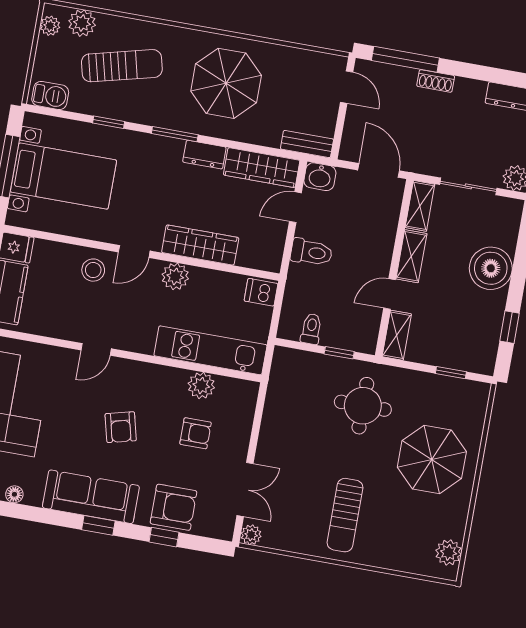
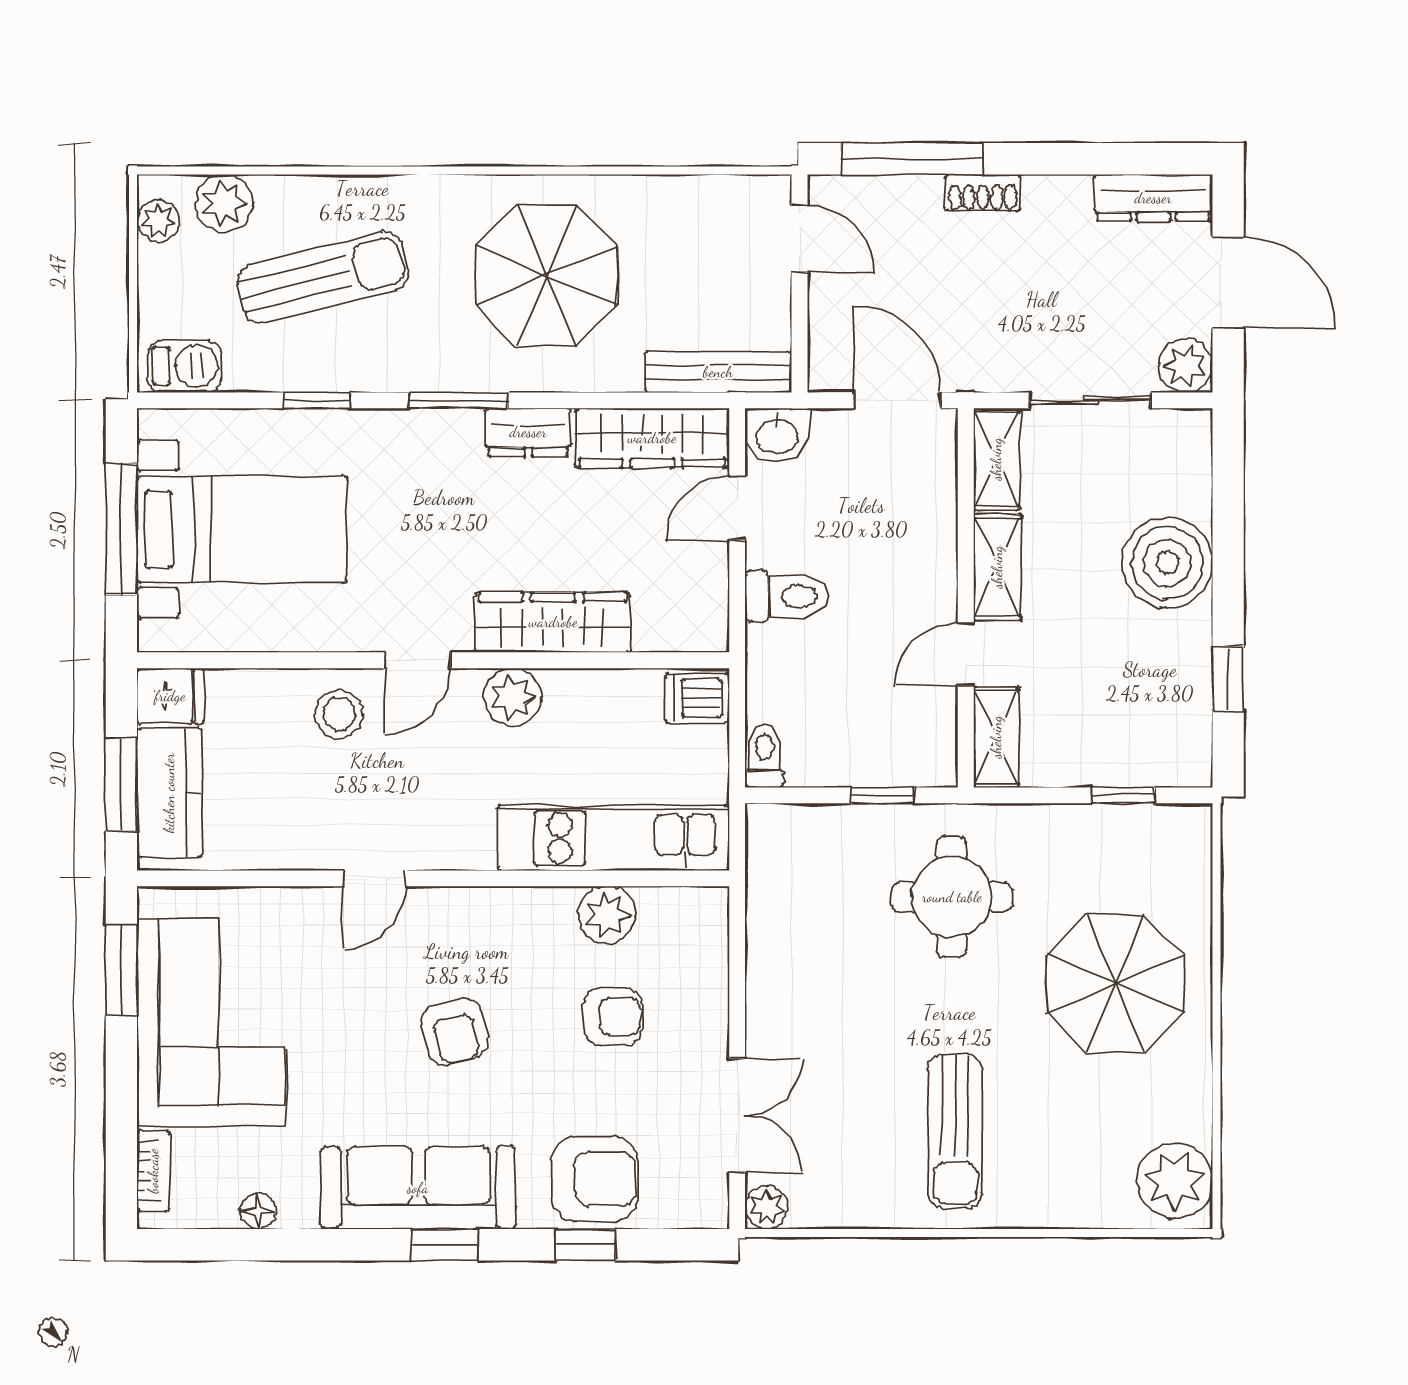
bench: (307, 144) -> (718, 372), width x1.36
toilet: (311, 329) -> (764, 756), moved
plant: (449, 552) -> (1175, 1181), width x1.36, depth x1.36

